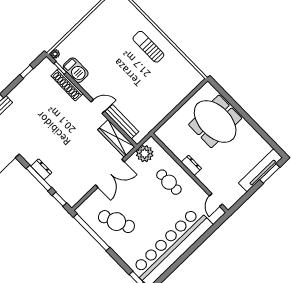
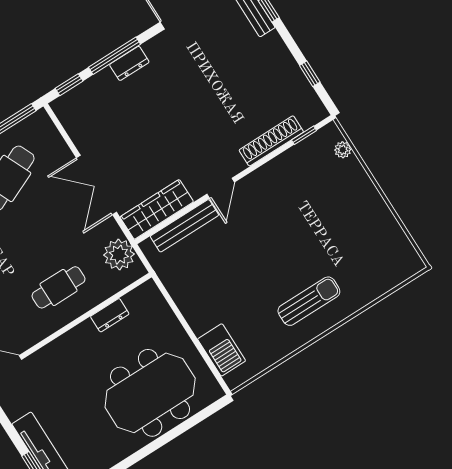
plant: (55, 54) -> (343, 150), moved
barbecue: (76, 70) -> (222, 350), moved, turned -90
dresser: (191, 165) -> (110, 315), moved

